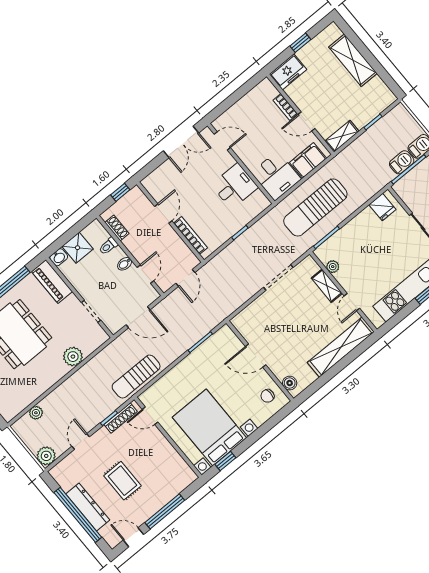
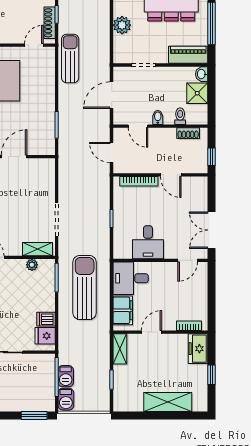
bookcase: (285, 107) -> (189, 326), moved
dishwasher: (368, 218) -> (46, 319), added
shelving: (327, 286) -> (38, 249), moved

